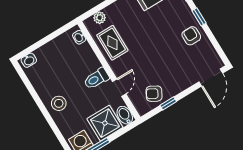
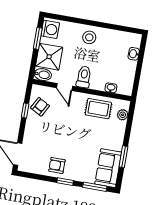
armchair: (191, 36) -> (57, 165), turned 180
washbasin: (79, 37) -> (111, 88), moved
washbasin: (29, 60) -> (134, 54), moved

